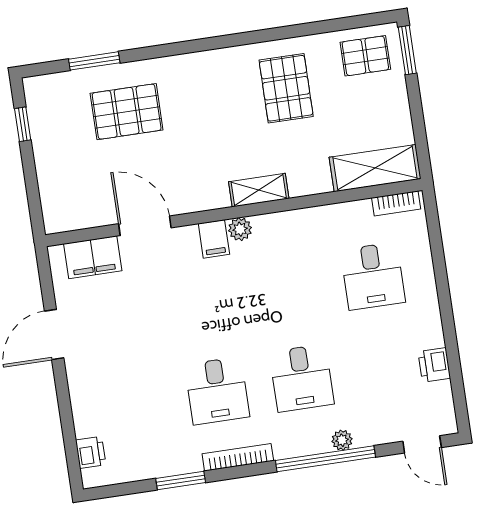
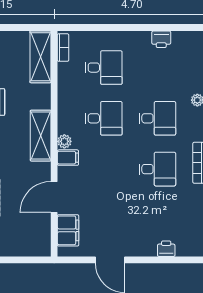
shelving: (259, 190) -> (41, 136), width x1.50, depth x1.33
desk: (288, 289) -> (104, 118), added
printer: (91, 452) -> (166, 249), moved

